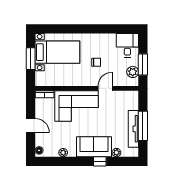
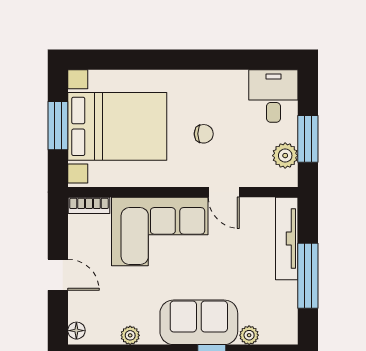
bed with nightstands: (57, 52) -> (117, 126), width x1.36
door: (105, 88) -> (224, 192), swing flipped
tv unit: (133, 129) -> (287, 238), moved

